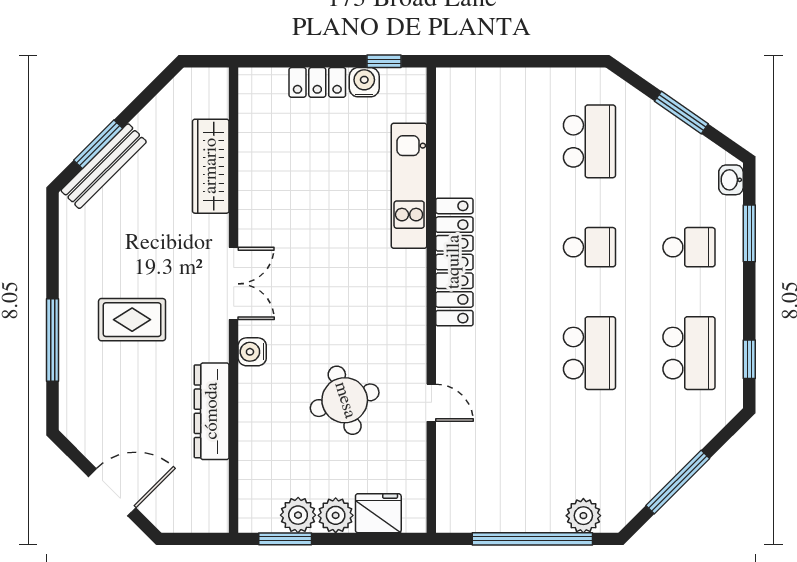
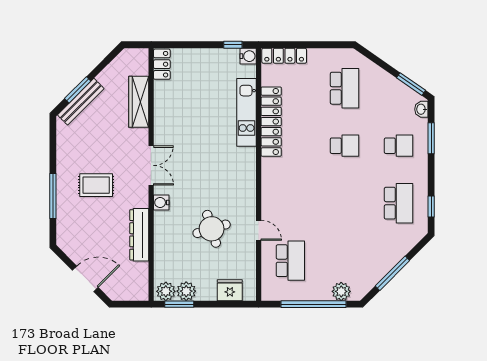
locker: (478, 81) -> (284, 56), added
locker: (317, 82) -> (162, 64), moved, turned -90
water cooler: (364, 82) -> (248, 56), moved, turned 90
window: (681, 112) -> (411, 84), moved
locker: (454, 262) -> (271, 122), moved
school desk: (589, 353) -> (290, 261), moved
plant: (336, 515) -> (166, 291), moved

